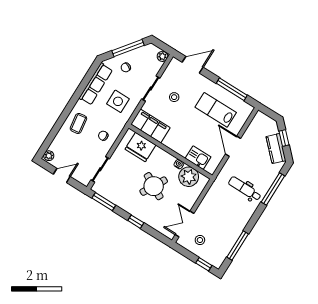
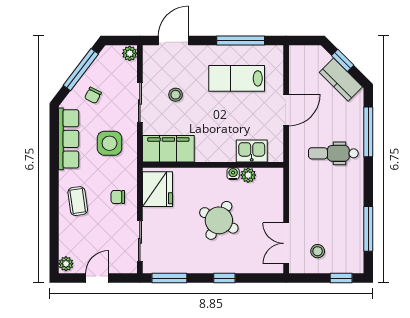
door: (233, 146) -> (286, 110), swing flipped
fridge: (140, 147) -> (157, 189), moved, turned -90
plant: (189, 177) -> (248, 175), width x0.53, depth x0.53

